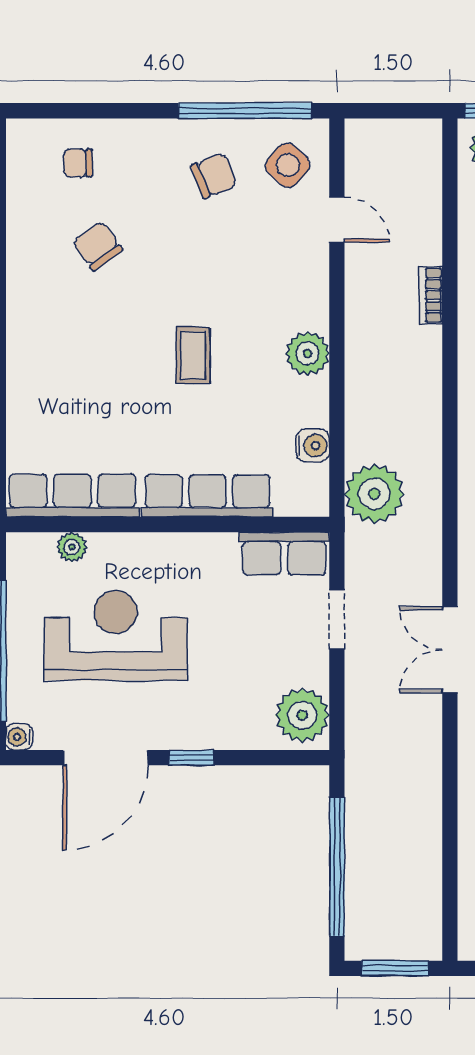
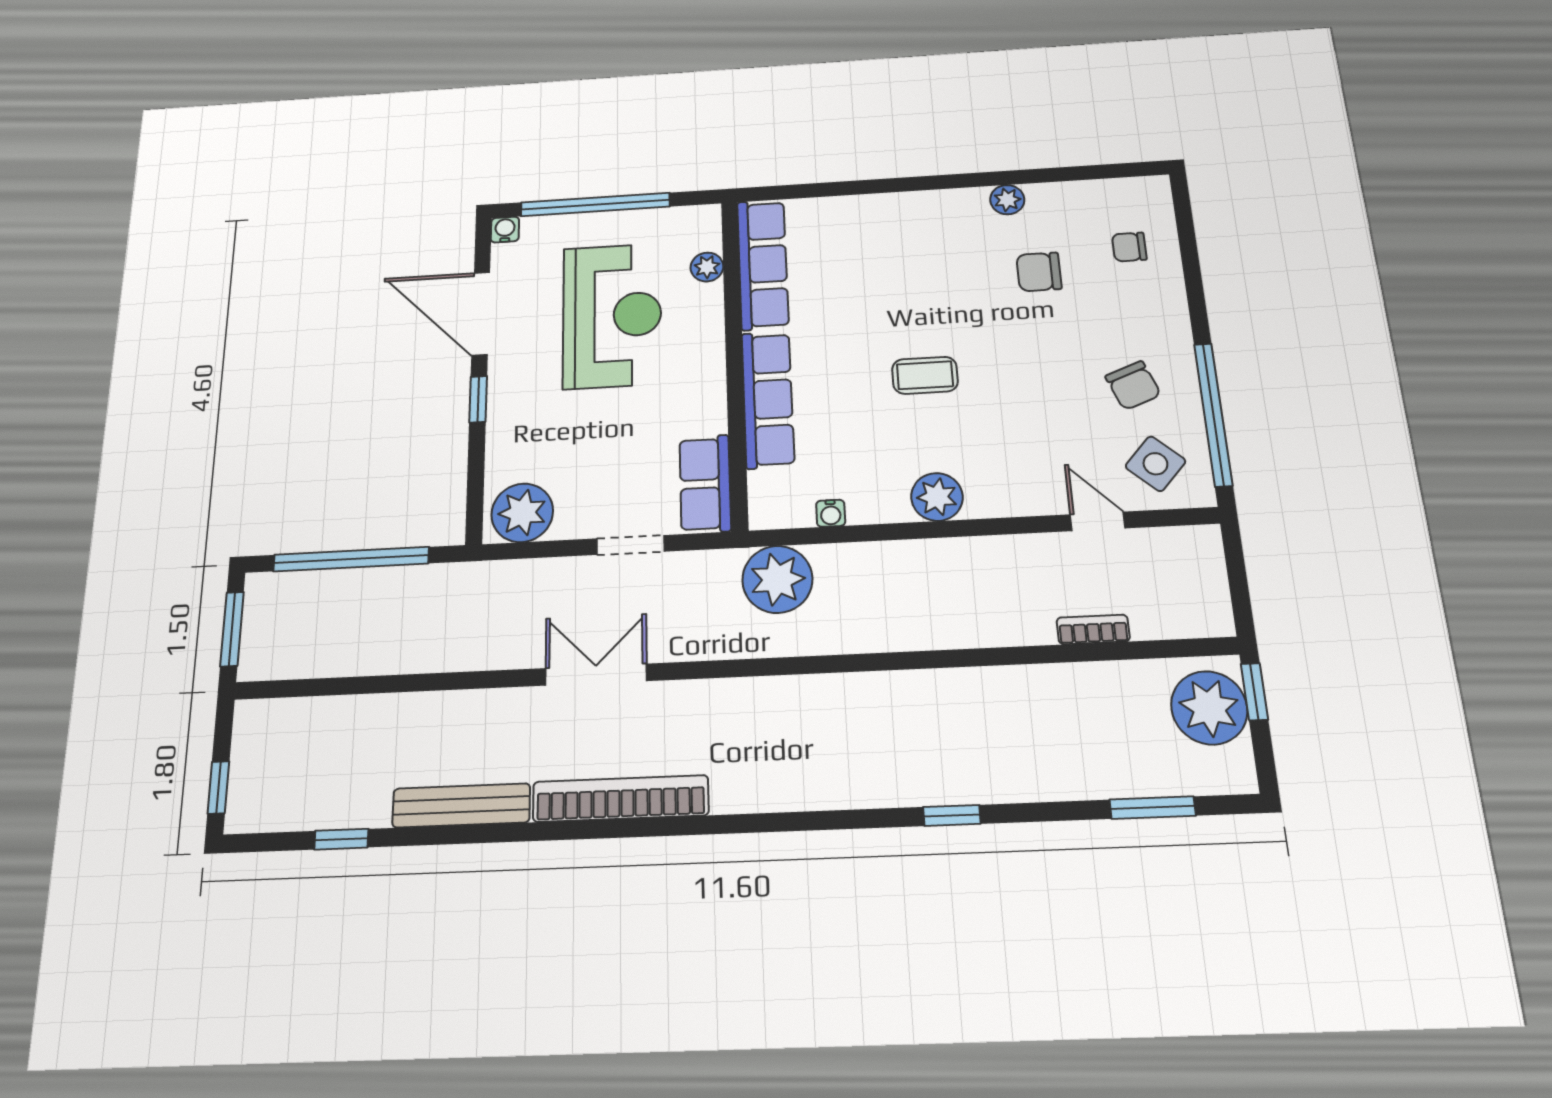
chair: (78, 163) -> (1129, 247), turned -90
door: (337, 220) -> (1098, 521), swing flipped
chair: (98, 246) -> (1039, 272), turned -144
plant: (21, 268) -> (1007, 200), added
bookcase: (431, 295) -> (1093, 629), moved
water cooler: (313, 445) -> (831, 513), width x0.72, depth x0.72

